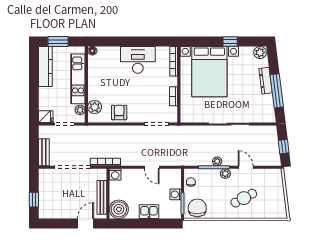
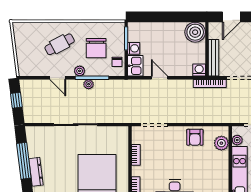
bench: (102, 197) -> (214, 58), moved
chair: (197, 208) -> (96, 48), moved
kitchen sink: (149, 212) -> (135, 66), moved, turned -90

